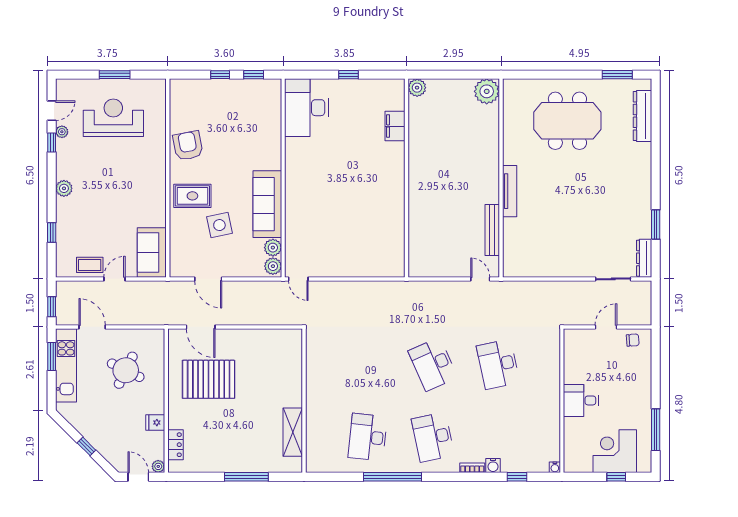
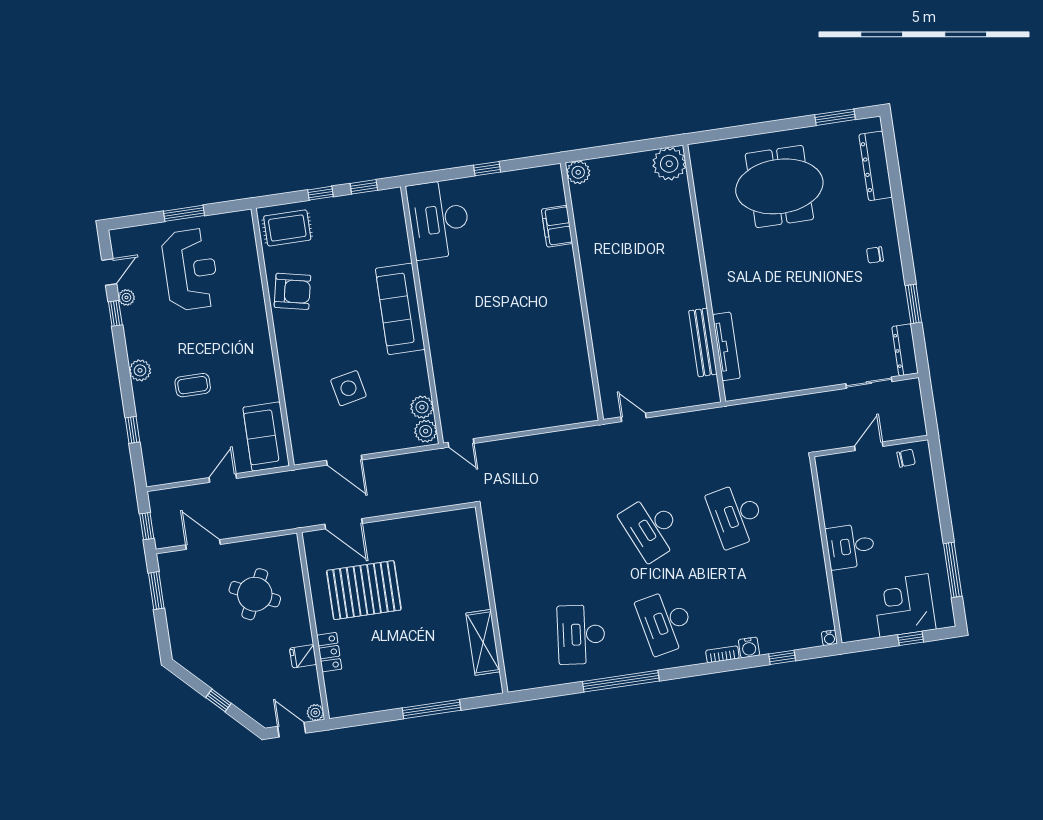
reception desk: (113, 118) -> (190, 269), turned 90
armchair: (188, 146) -> (292, 291), turned 113
chair: (632, 183) -> (875, 255), added
tv unit: (510, 191) -> (726, 346), moved
rug: (192, 196) -> (287, 228), moved
sofa: (267, 204) -> (400, 309), moved
coffee table: (90, 265) -> (193, 385), moved
door: (480, 279) -> (634, 417), moved
kitchen unit: (66, 365) -> (177, 599), removed
locker: (175, 445) -> (329, 652), moved

